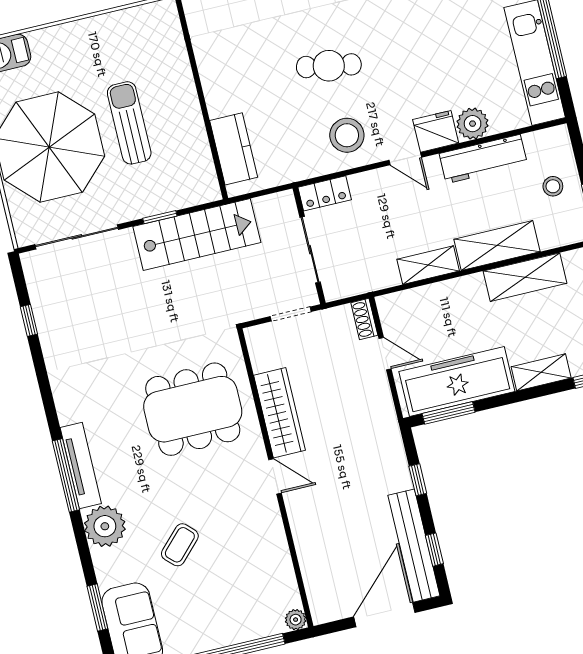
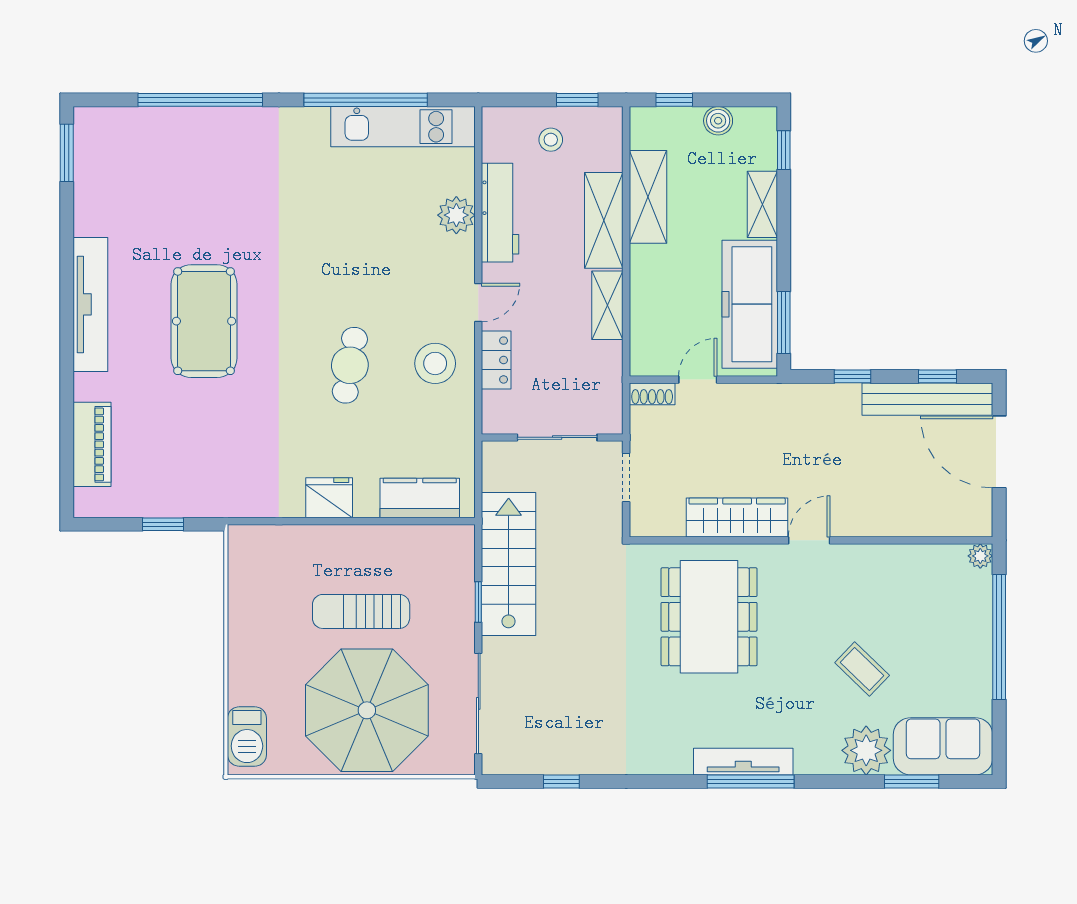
fridge: (436, 131) -> (329, 498), moved, turned 90
locker: (325, 193) -> (496, 360), moved
plant: (105, 526) -> (866, 750), moved

